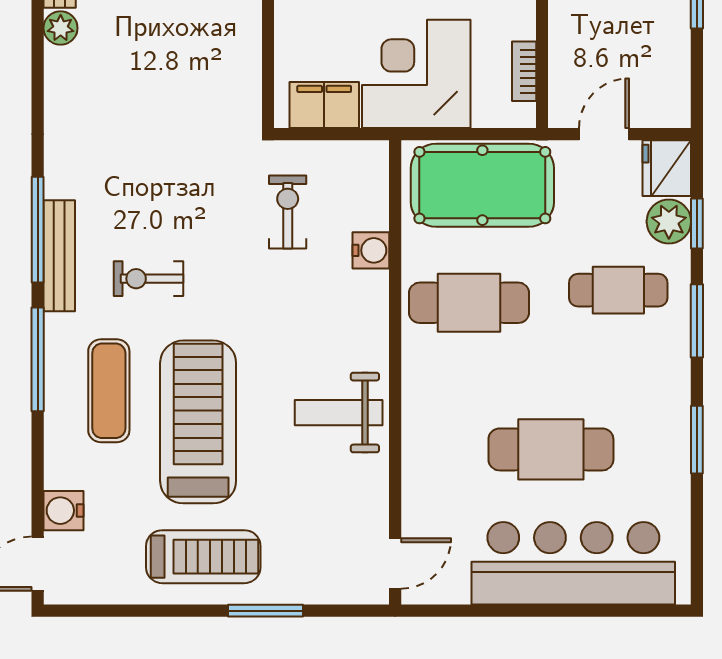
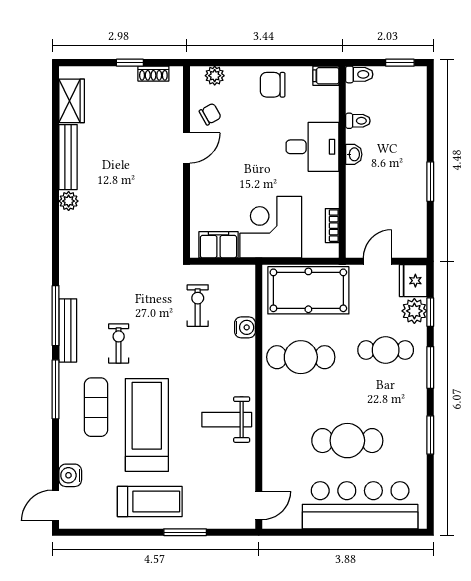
exercise bike: (149, 279) -> (119, 343), turned 90

